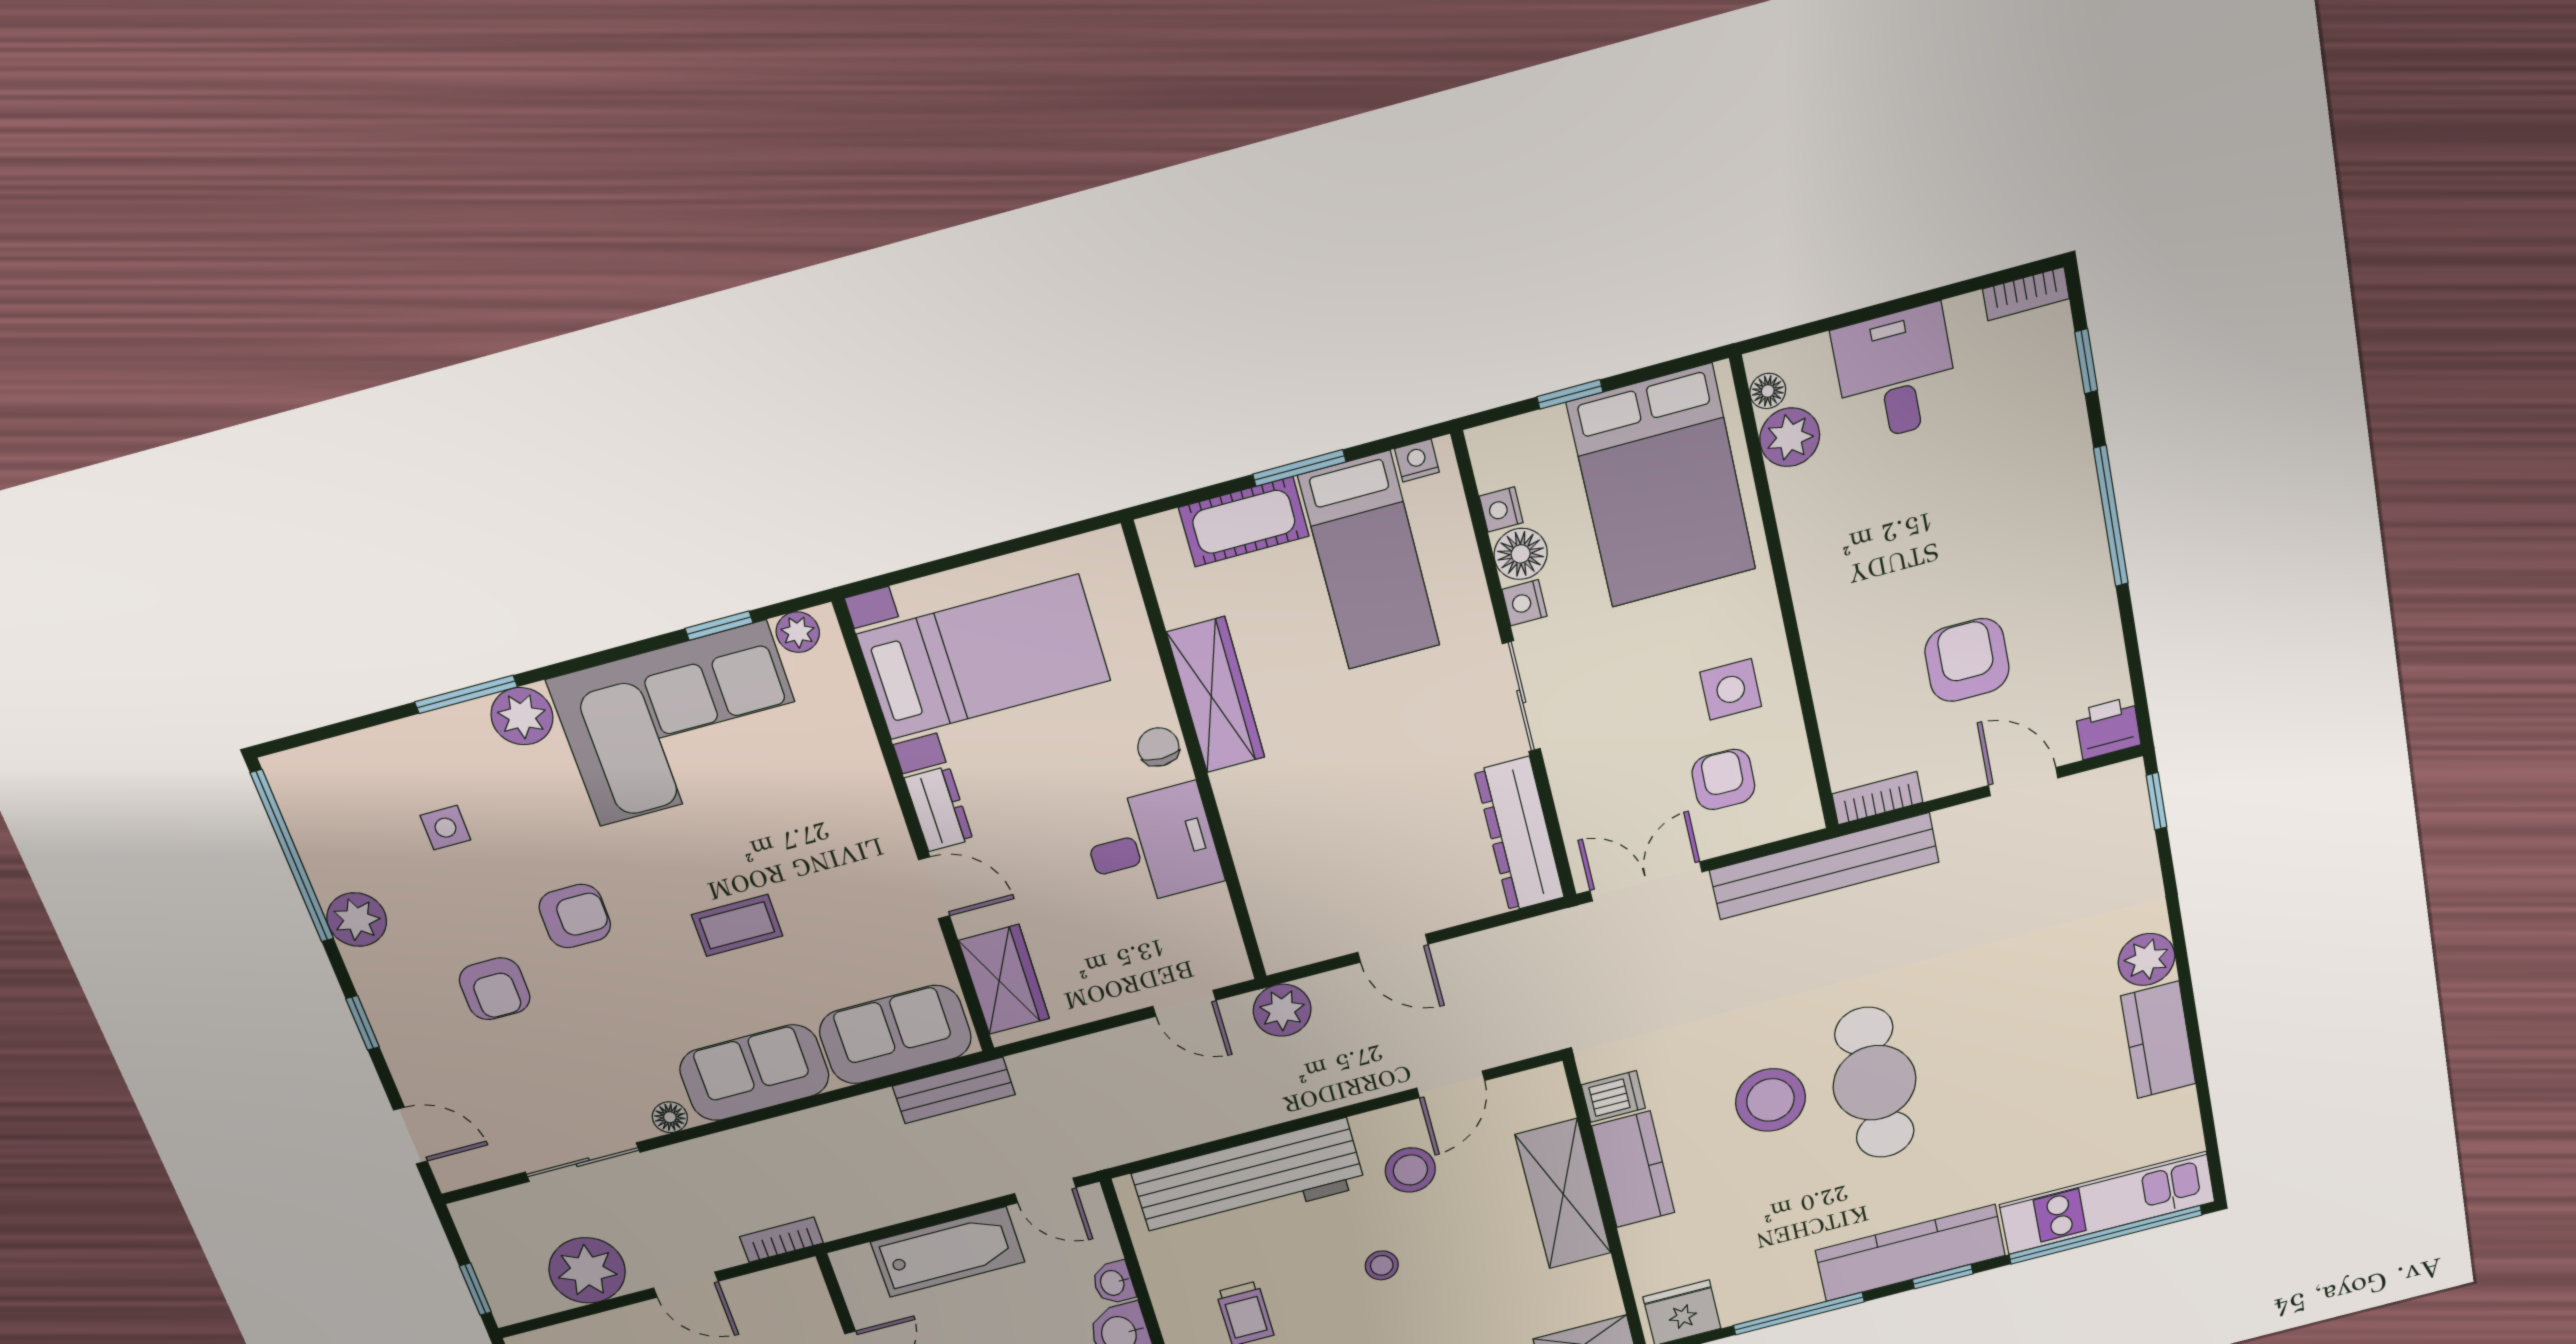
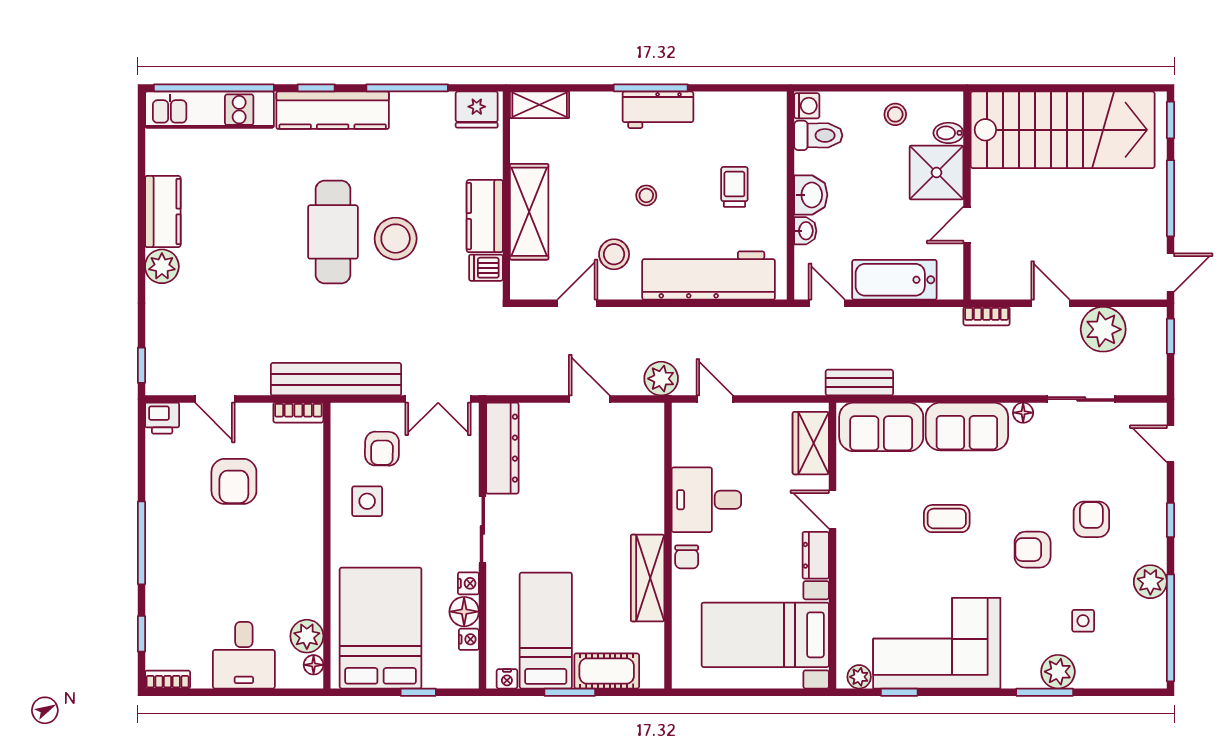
plant: (522, 716) -> (1058, 672), moved

